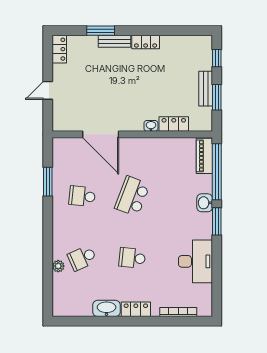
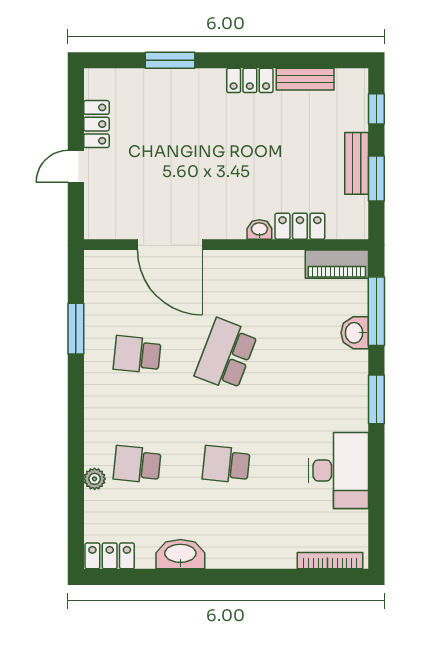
bench: (114, 41) -> (305, 79), moved
locker: (59, 49) -> (96, 124), moved
piano: (204, 156) -> (337, 264), moved, turned -90
window: (217, 172) -> (376, 311), width x0.68
washbasin: (205, 203) -> (355, 333), moved
school desk: (82, 258) -> (137, 464), turned 30
locker: (136, 309) -> (110, 556), moved
bookcase: (178, 312) -> (330, 561), moved

